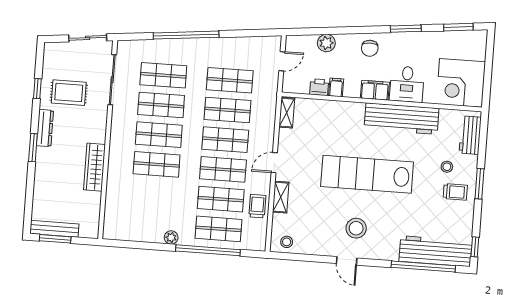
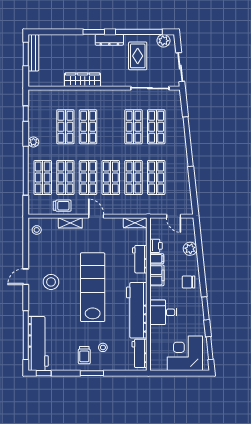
plant: (51, 57) -> (163, 41), added
corner desk: (461, 83) -> (185, 353), moved
window: (37, 89) -> (139, 32), width x3.17
filing cabinet: (375, 90) -> (157, 275), moved
workbench: (335, 110) -> (140, 259), added
shop shelf: (159, 135) -> (65, 127), moved
workbench: (470, 135) -> (140, 353), moved, turned -90
window: (133, 245) -> (26, 114), added

